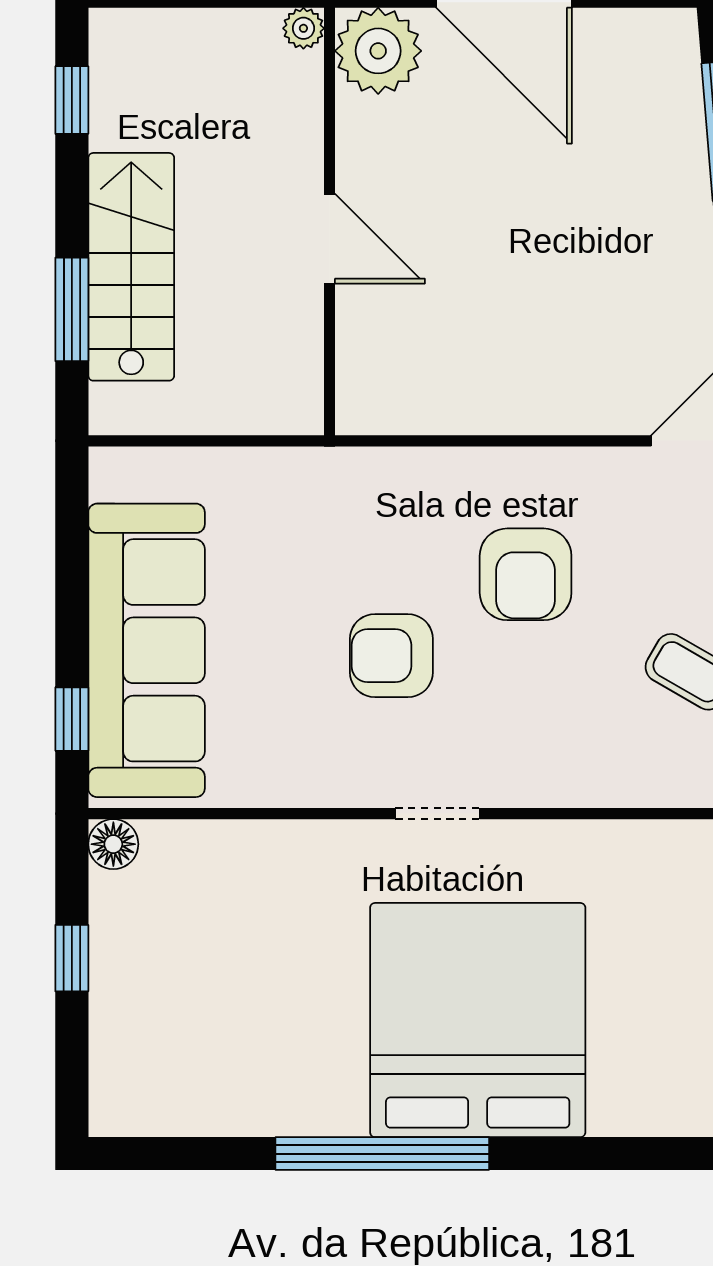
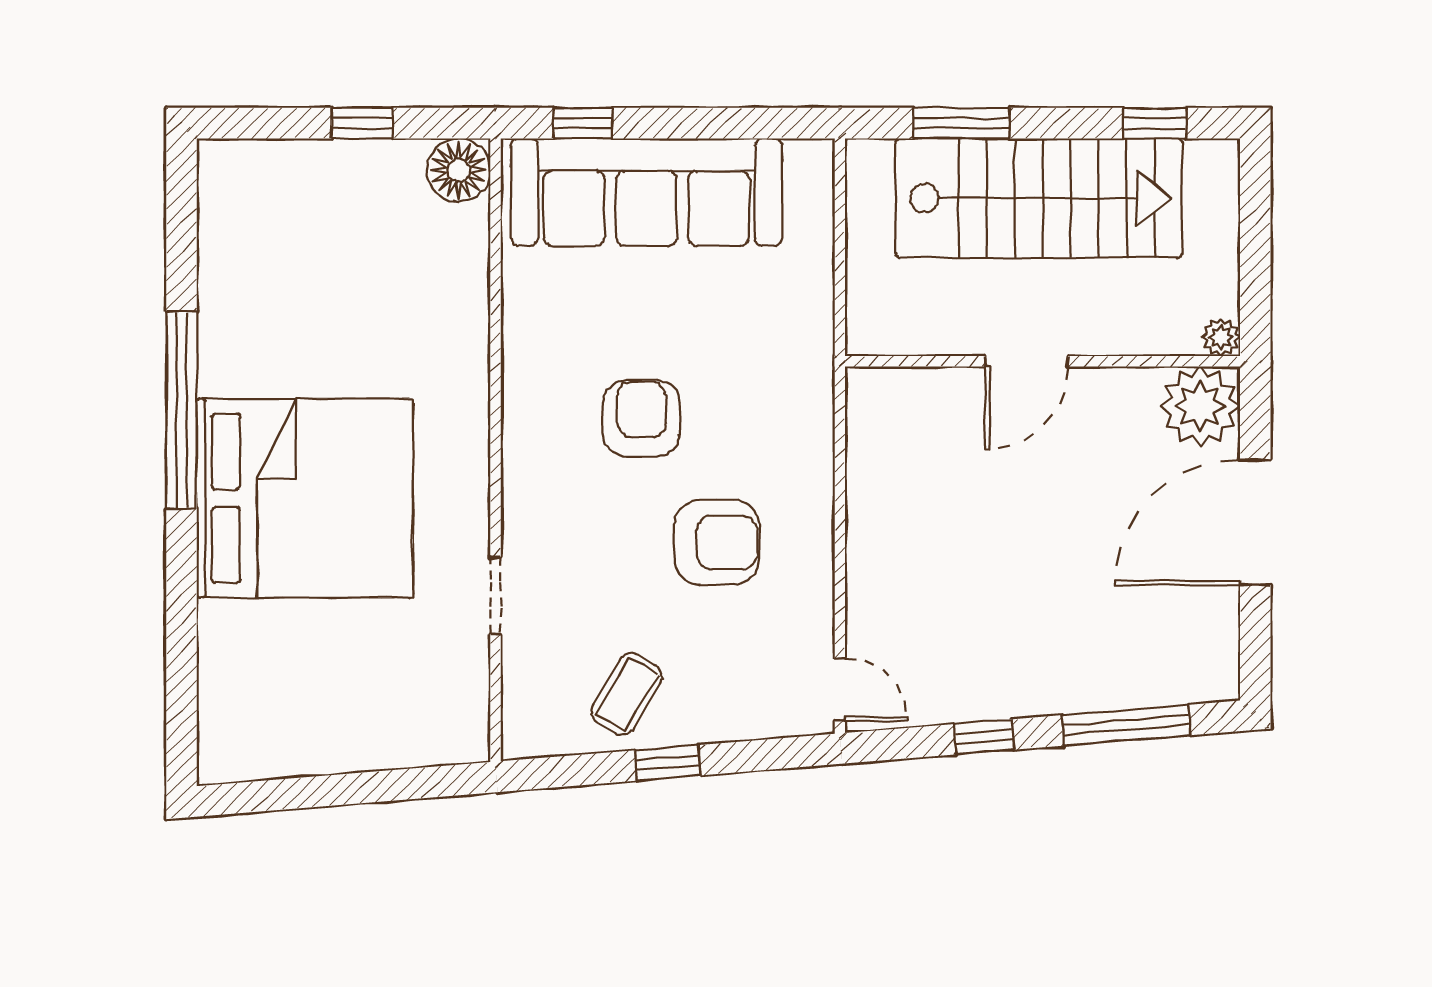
stairs: (131, 267) -> (1039, 198), width x1.36, depth x1.51
armchair: (526, 574) -> (717, 542), turned 180
doorway: (438, 814) -> (496, 595), moved
floor lamp: (113, 844) -> (459, 170), width x1.38, depth x1.38

